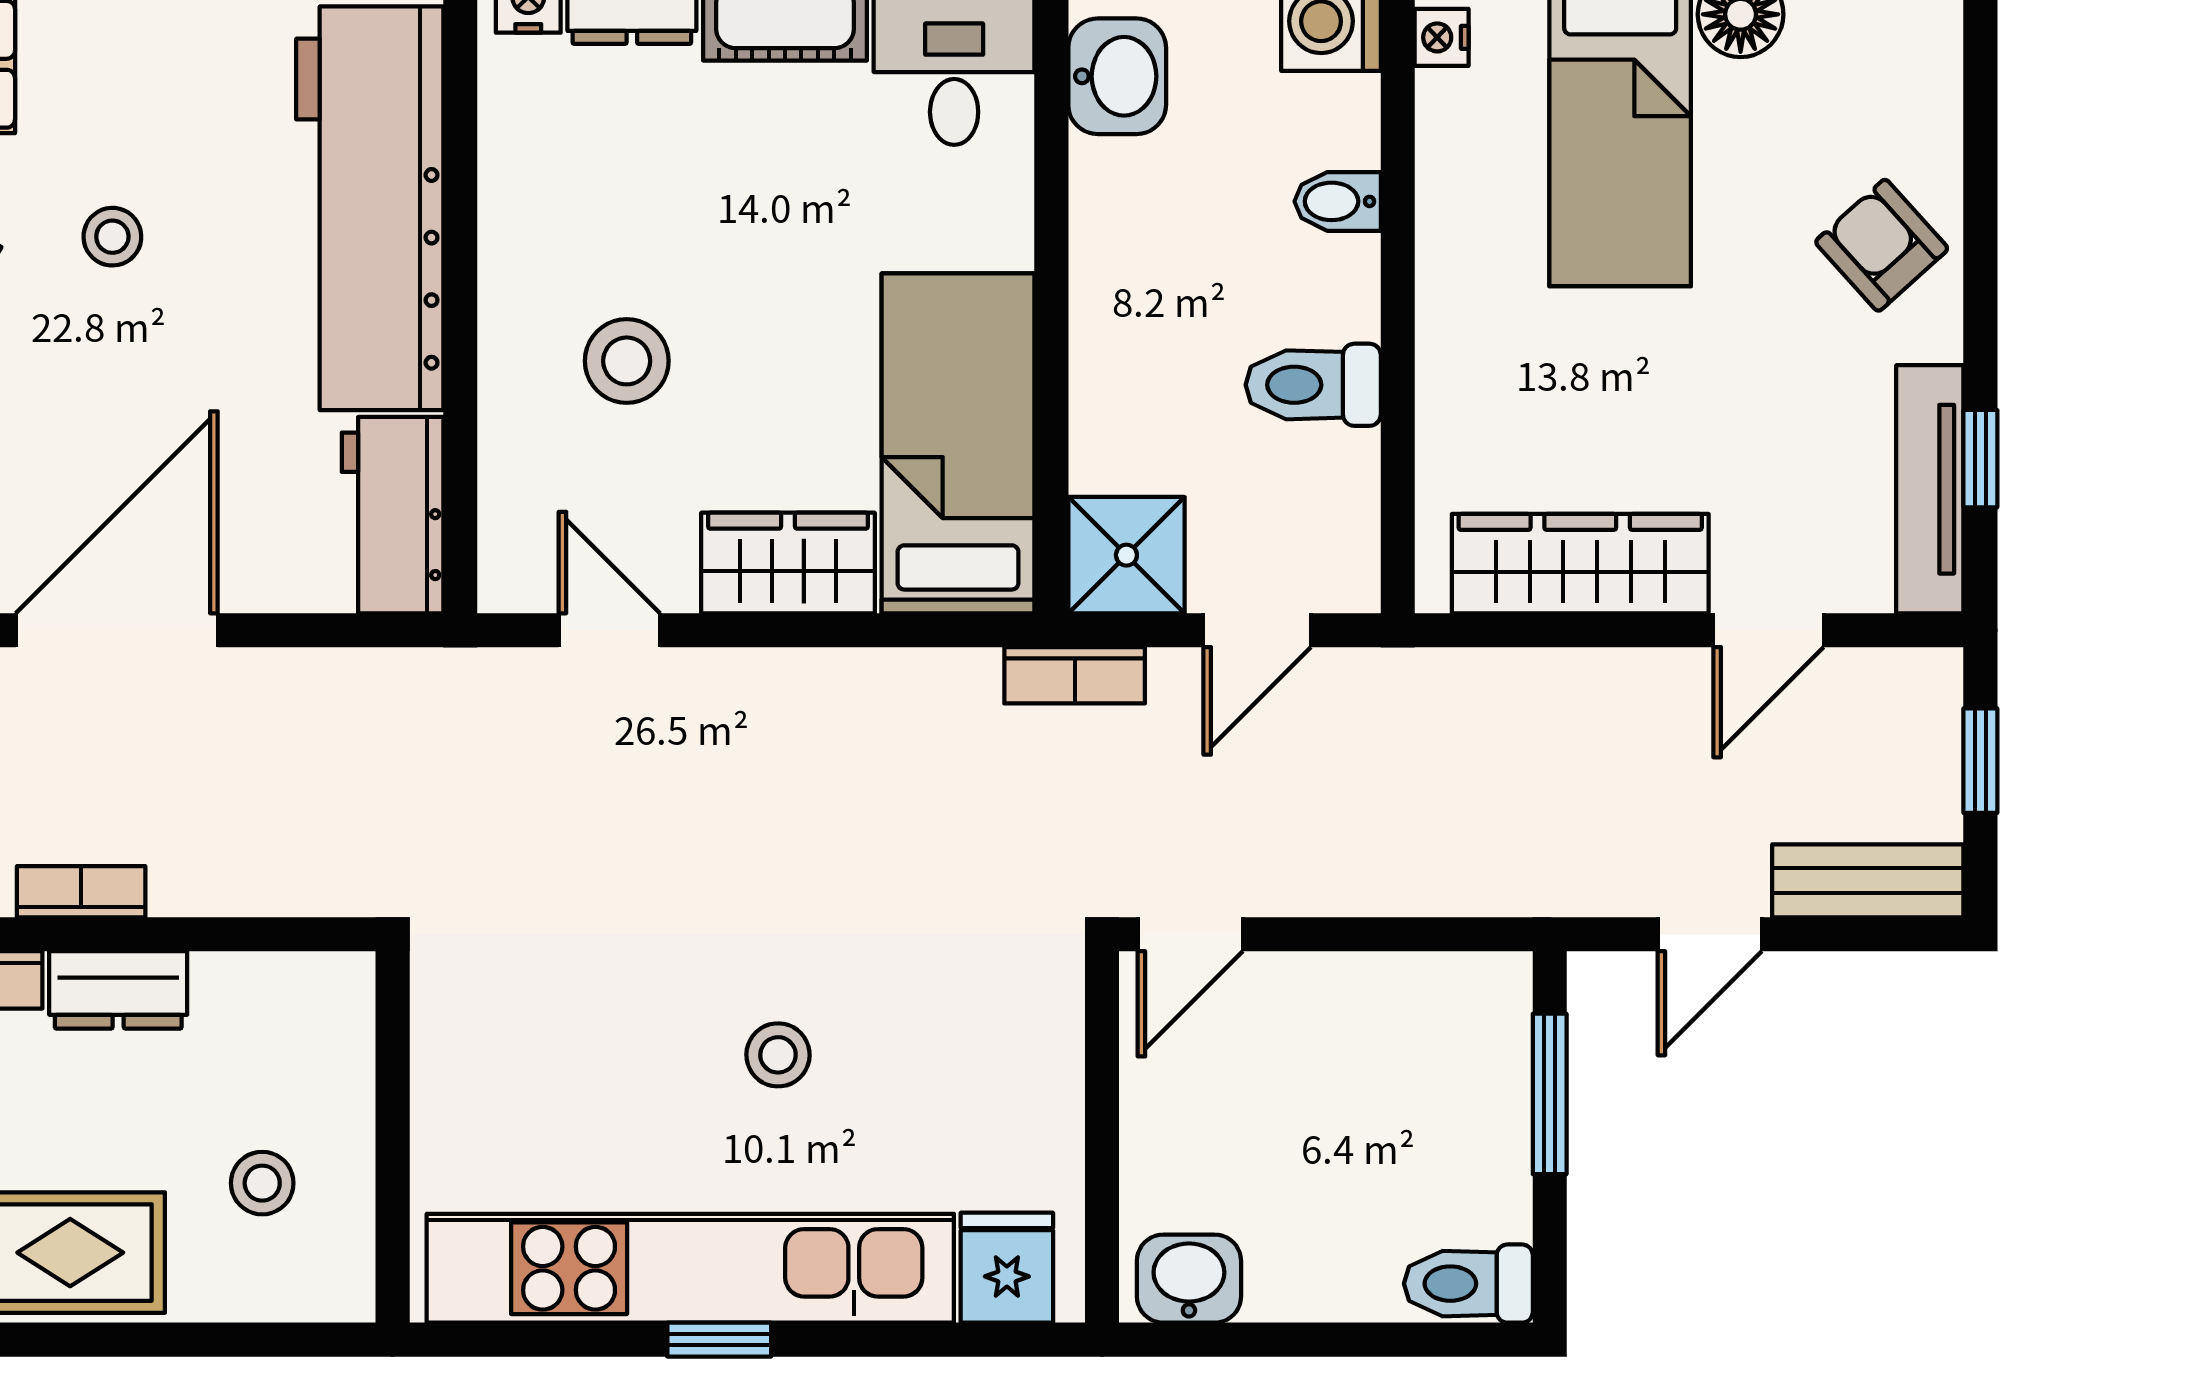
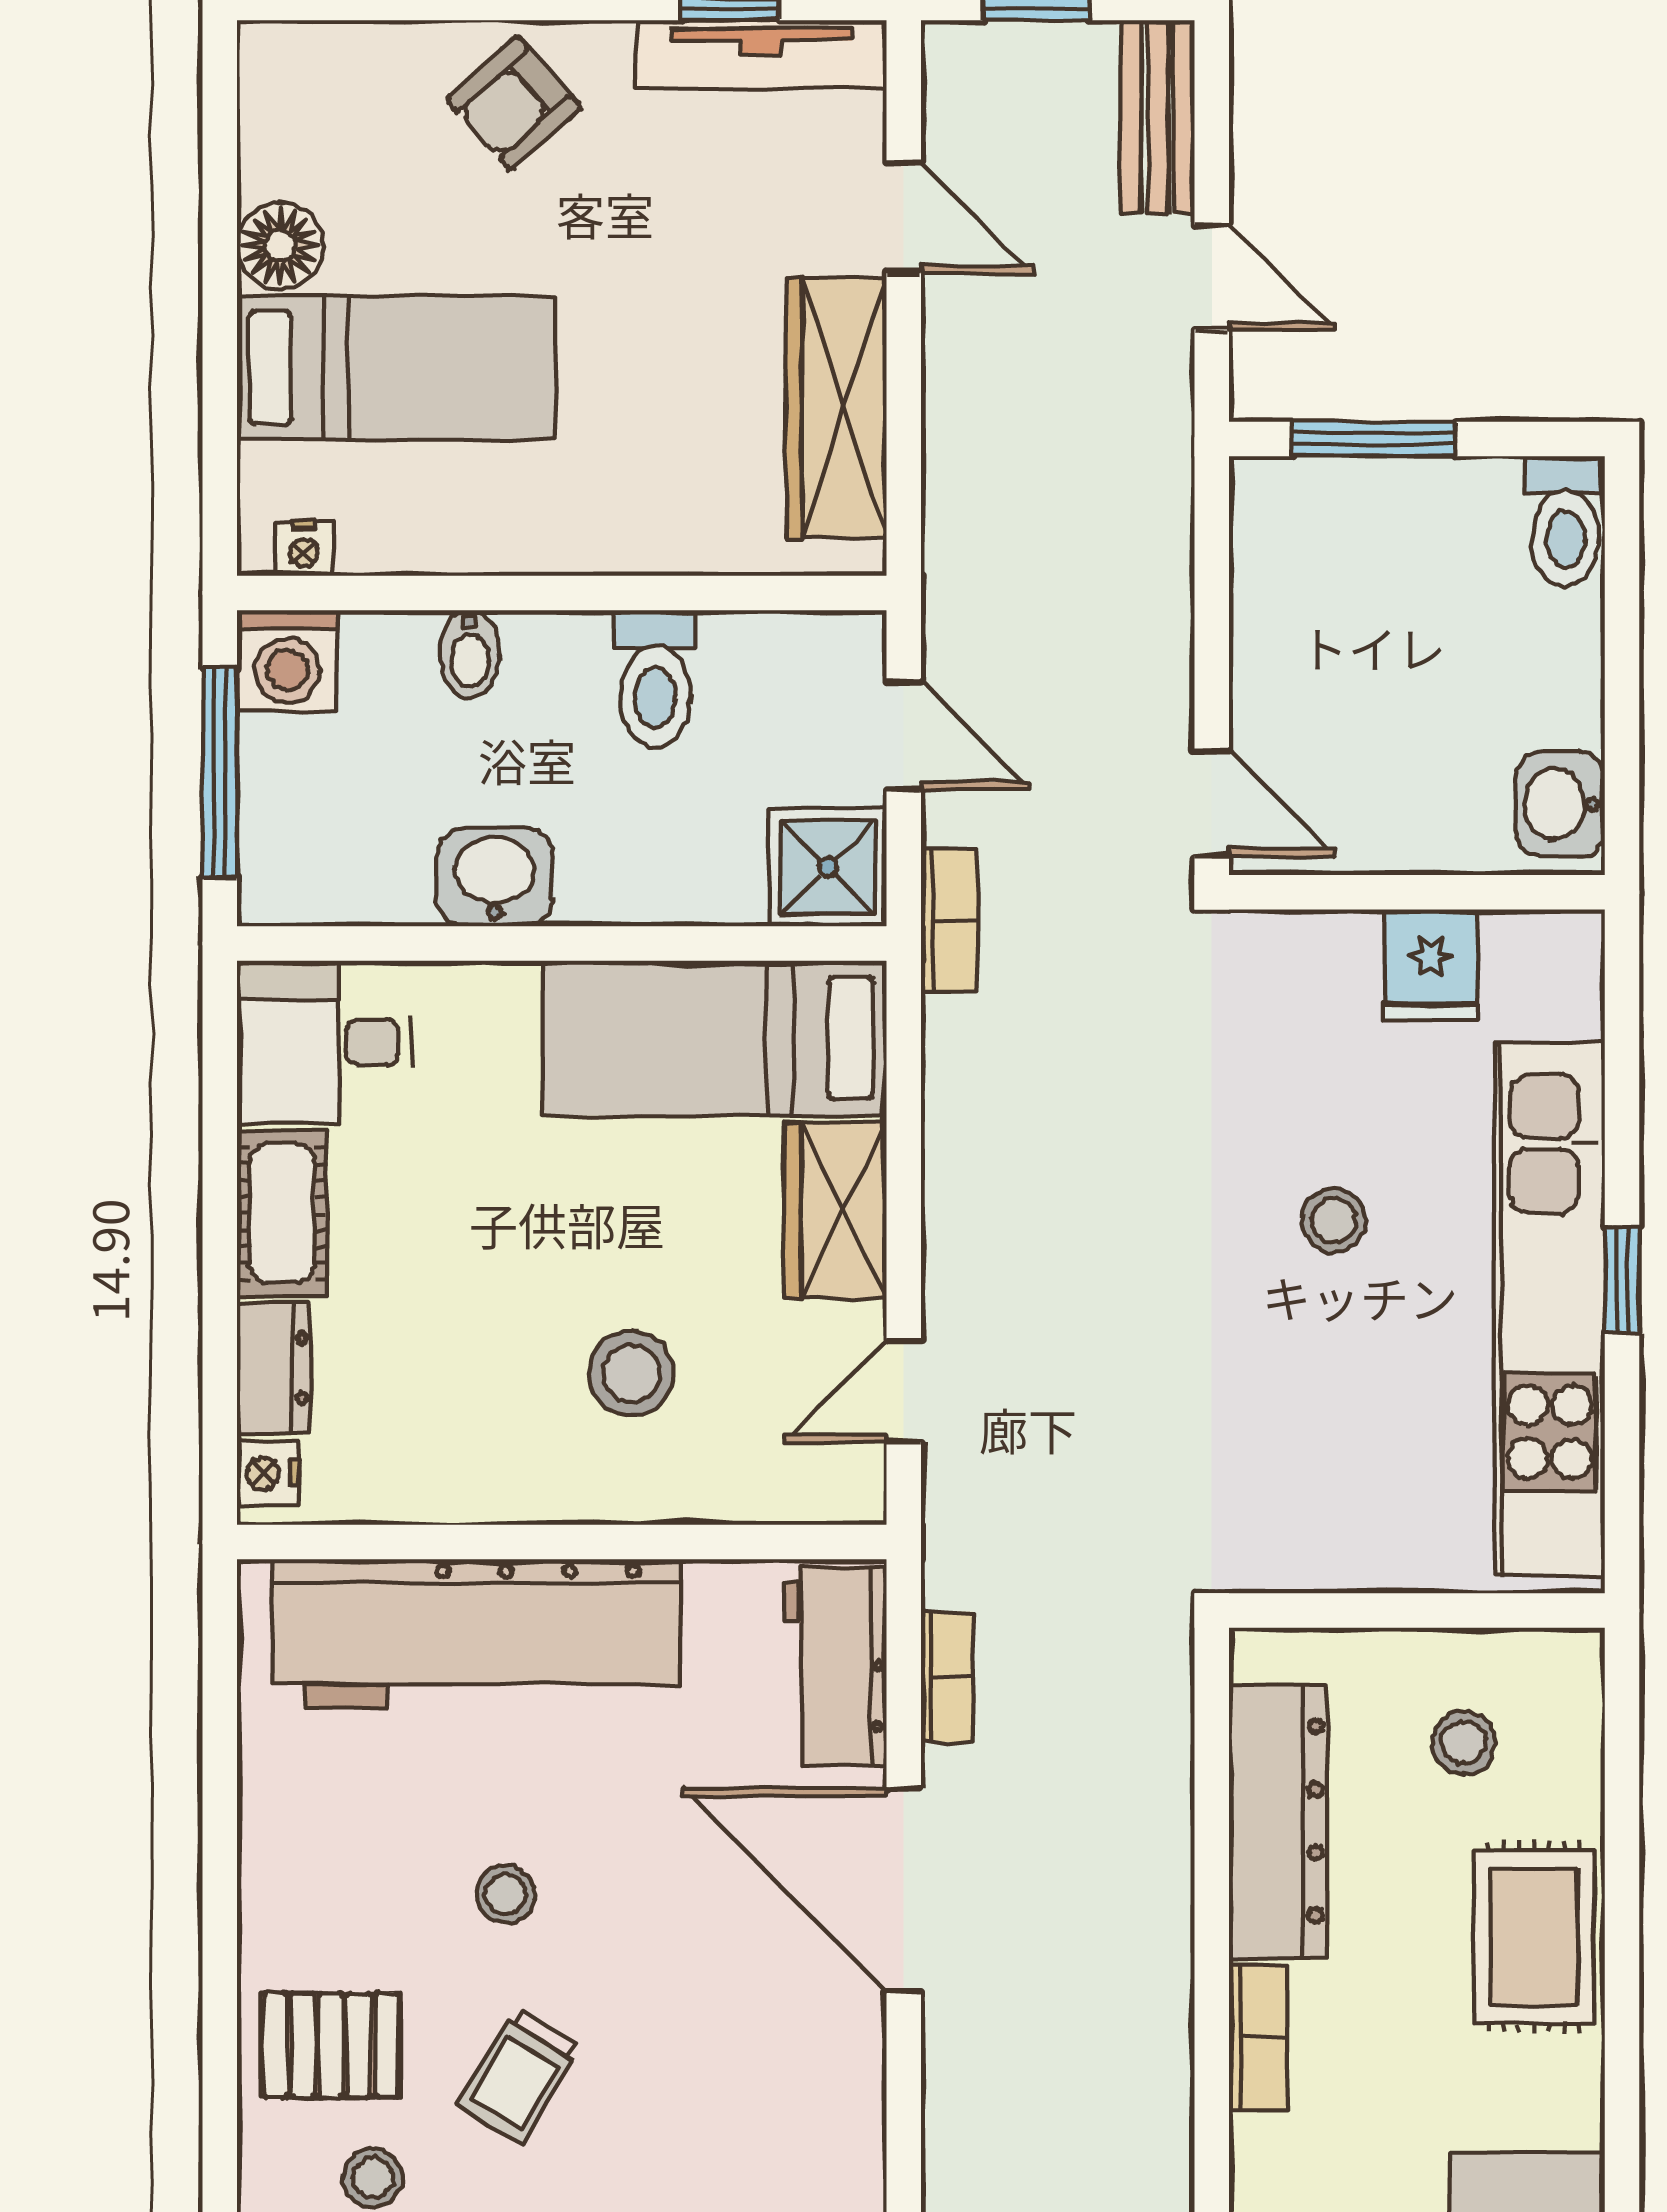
washbasin: (1117, 76) -> (495, 877), moved
workbench: (393, 515) -> (835, 1666), moved, turned 90
bookcase: (81, 892) -> (947, 1677), moved, turned 180
dresser: (118, 990) -> (1278, 1821), width x1.96, depth x1.24
fridge: (1007, 1268) -> (1431, 965), moved, turned -90

